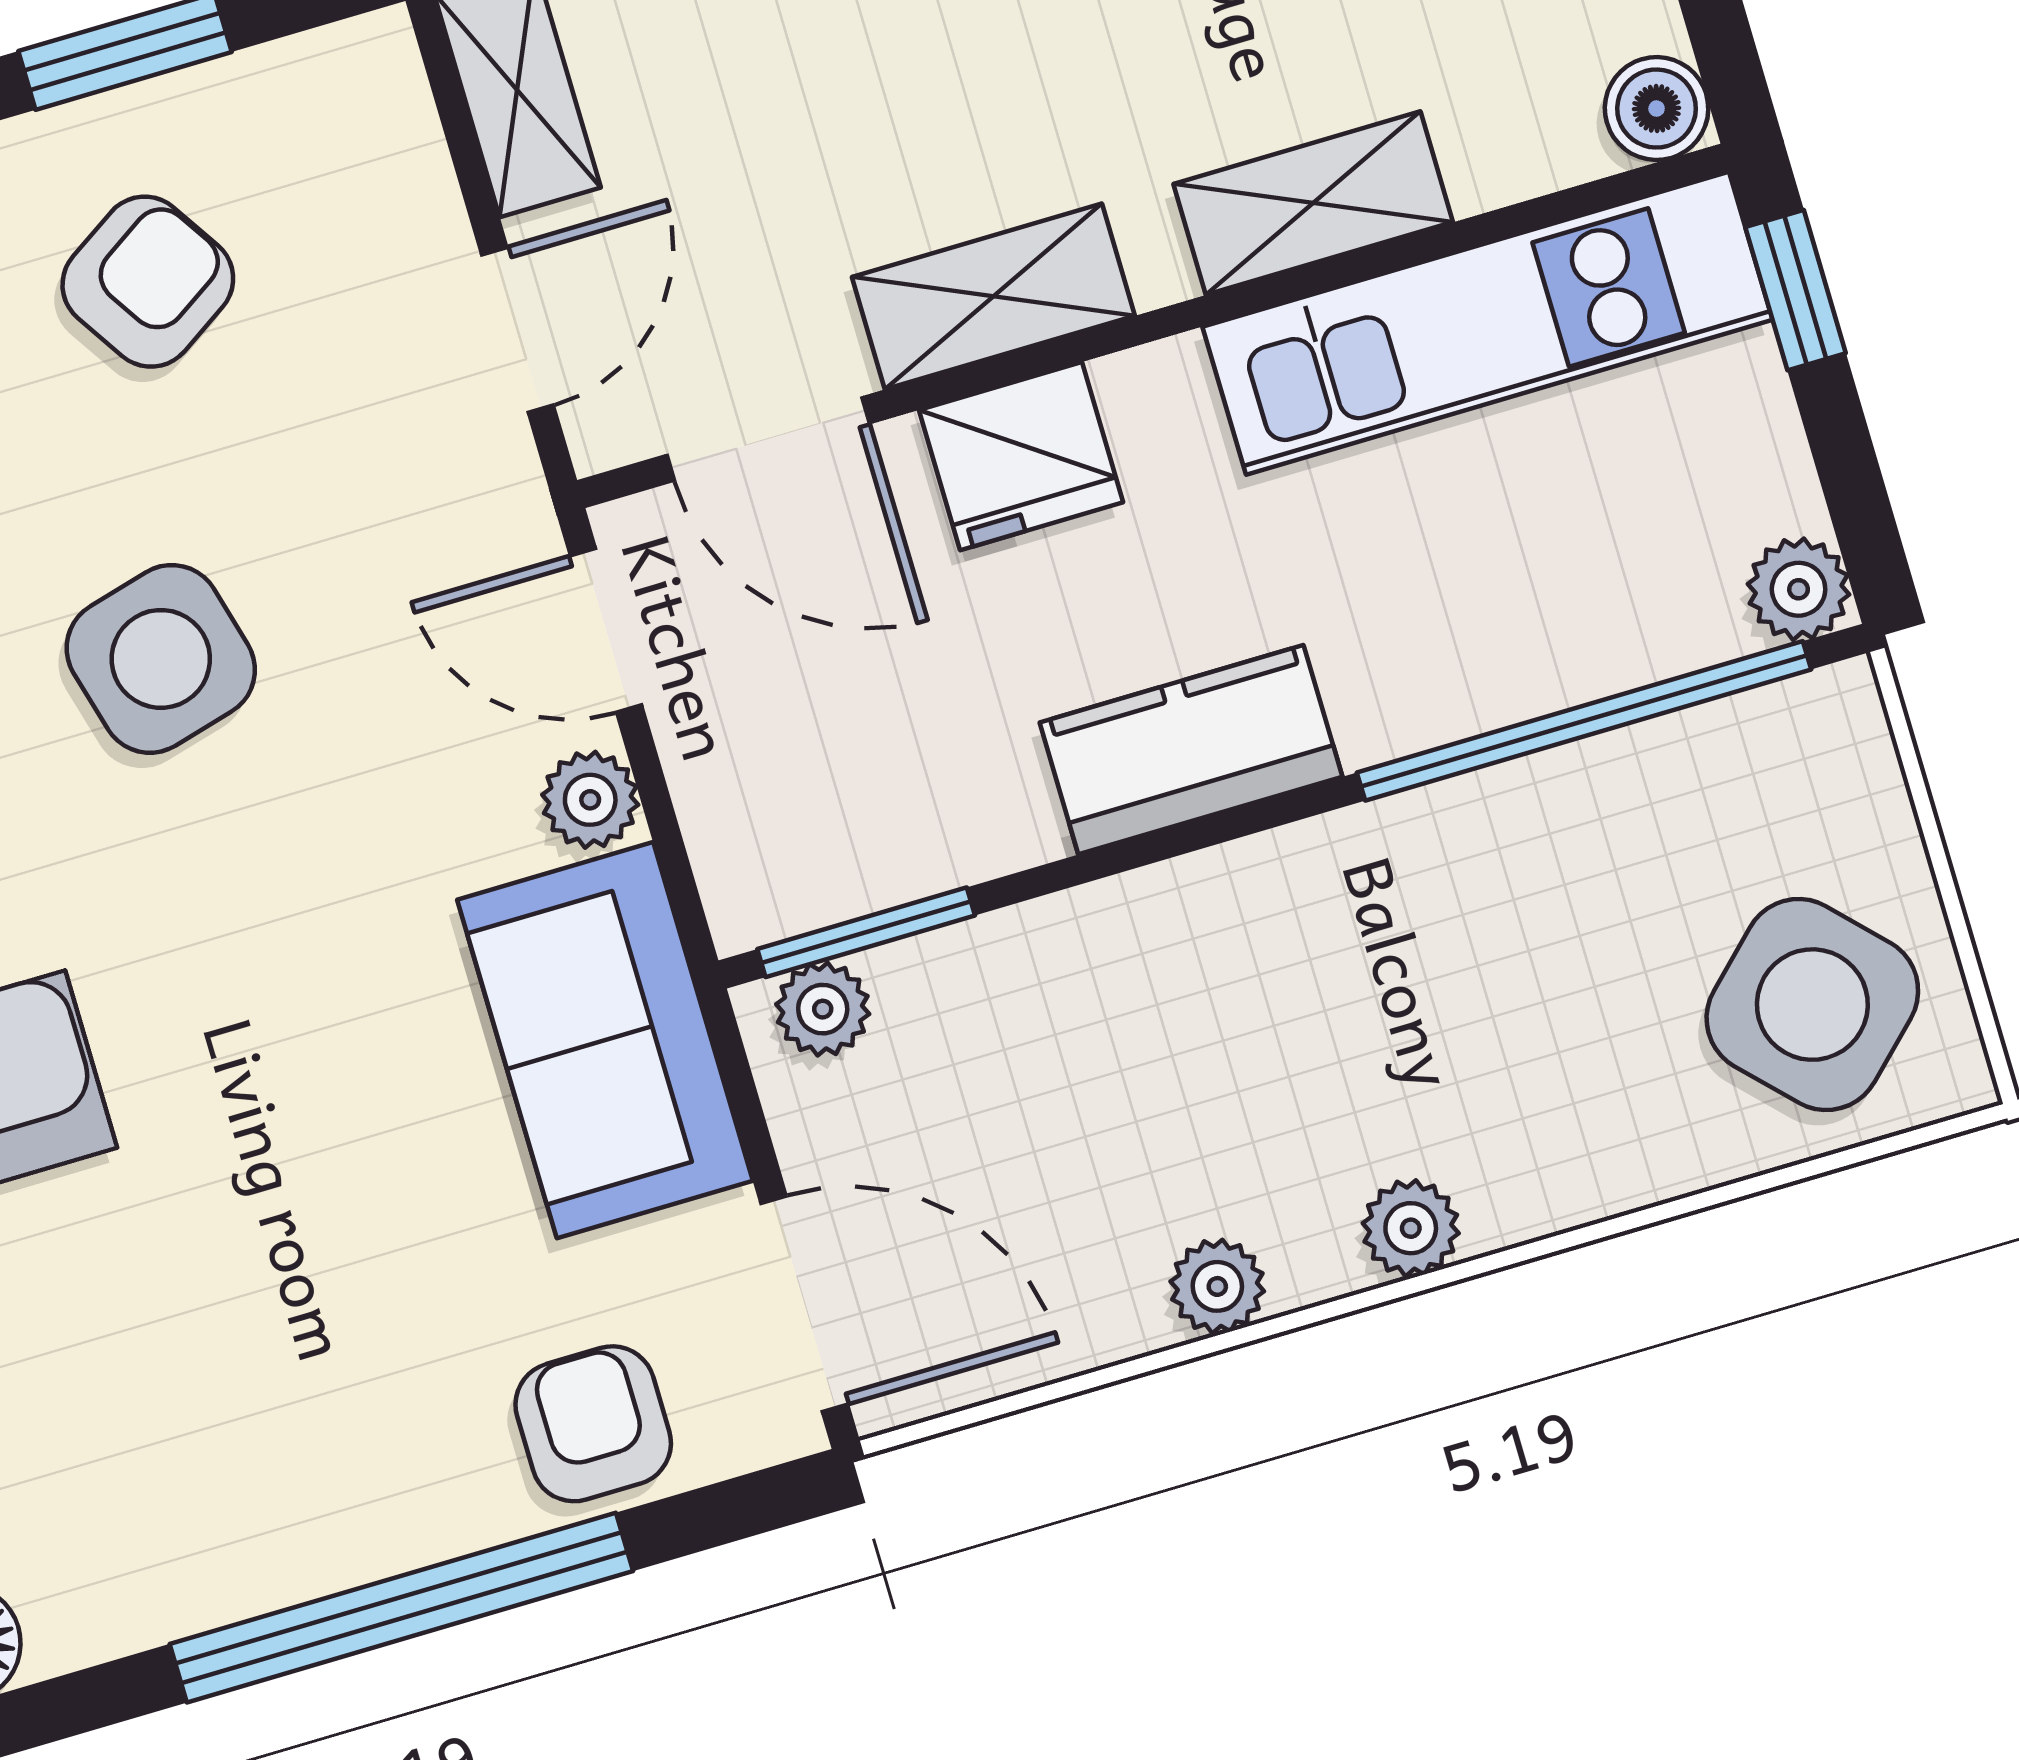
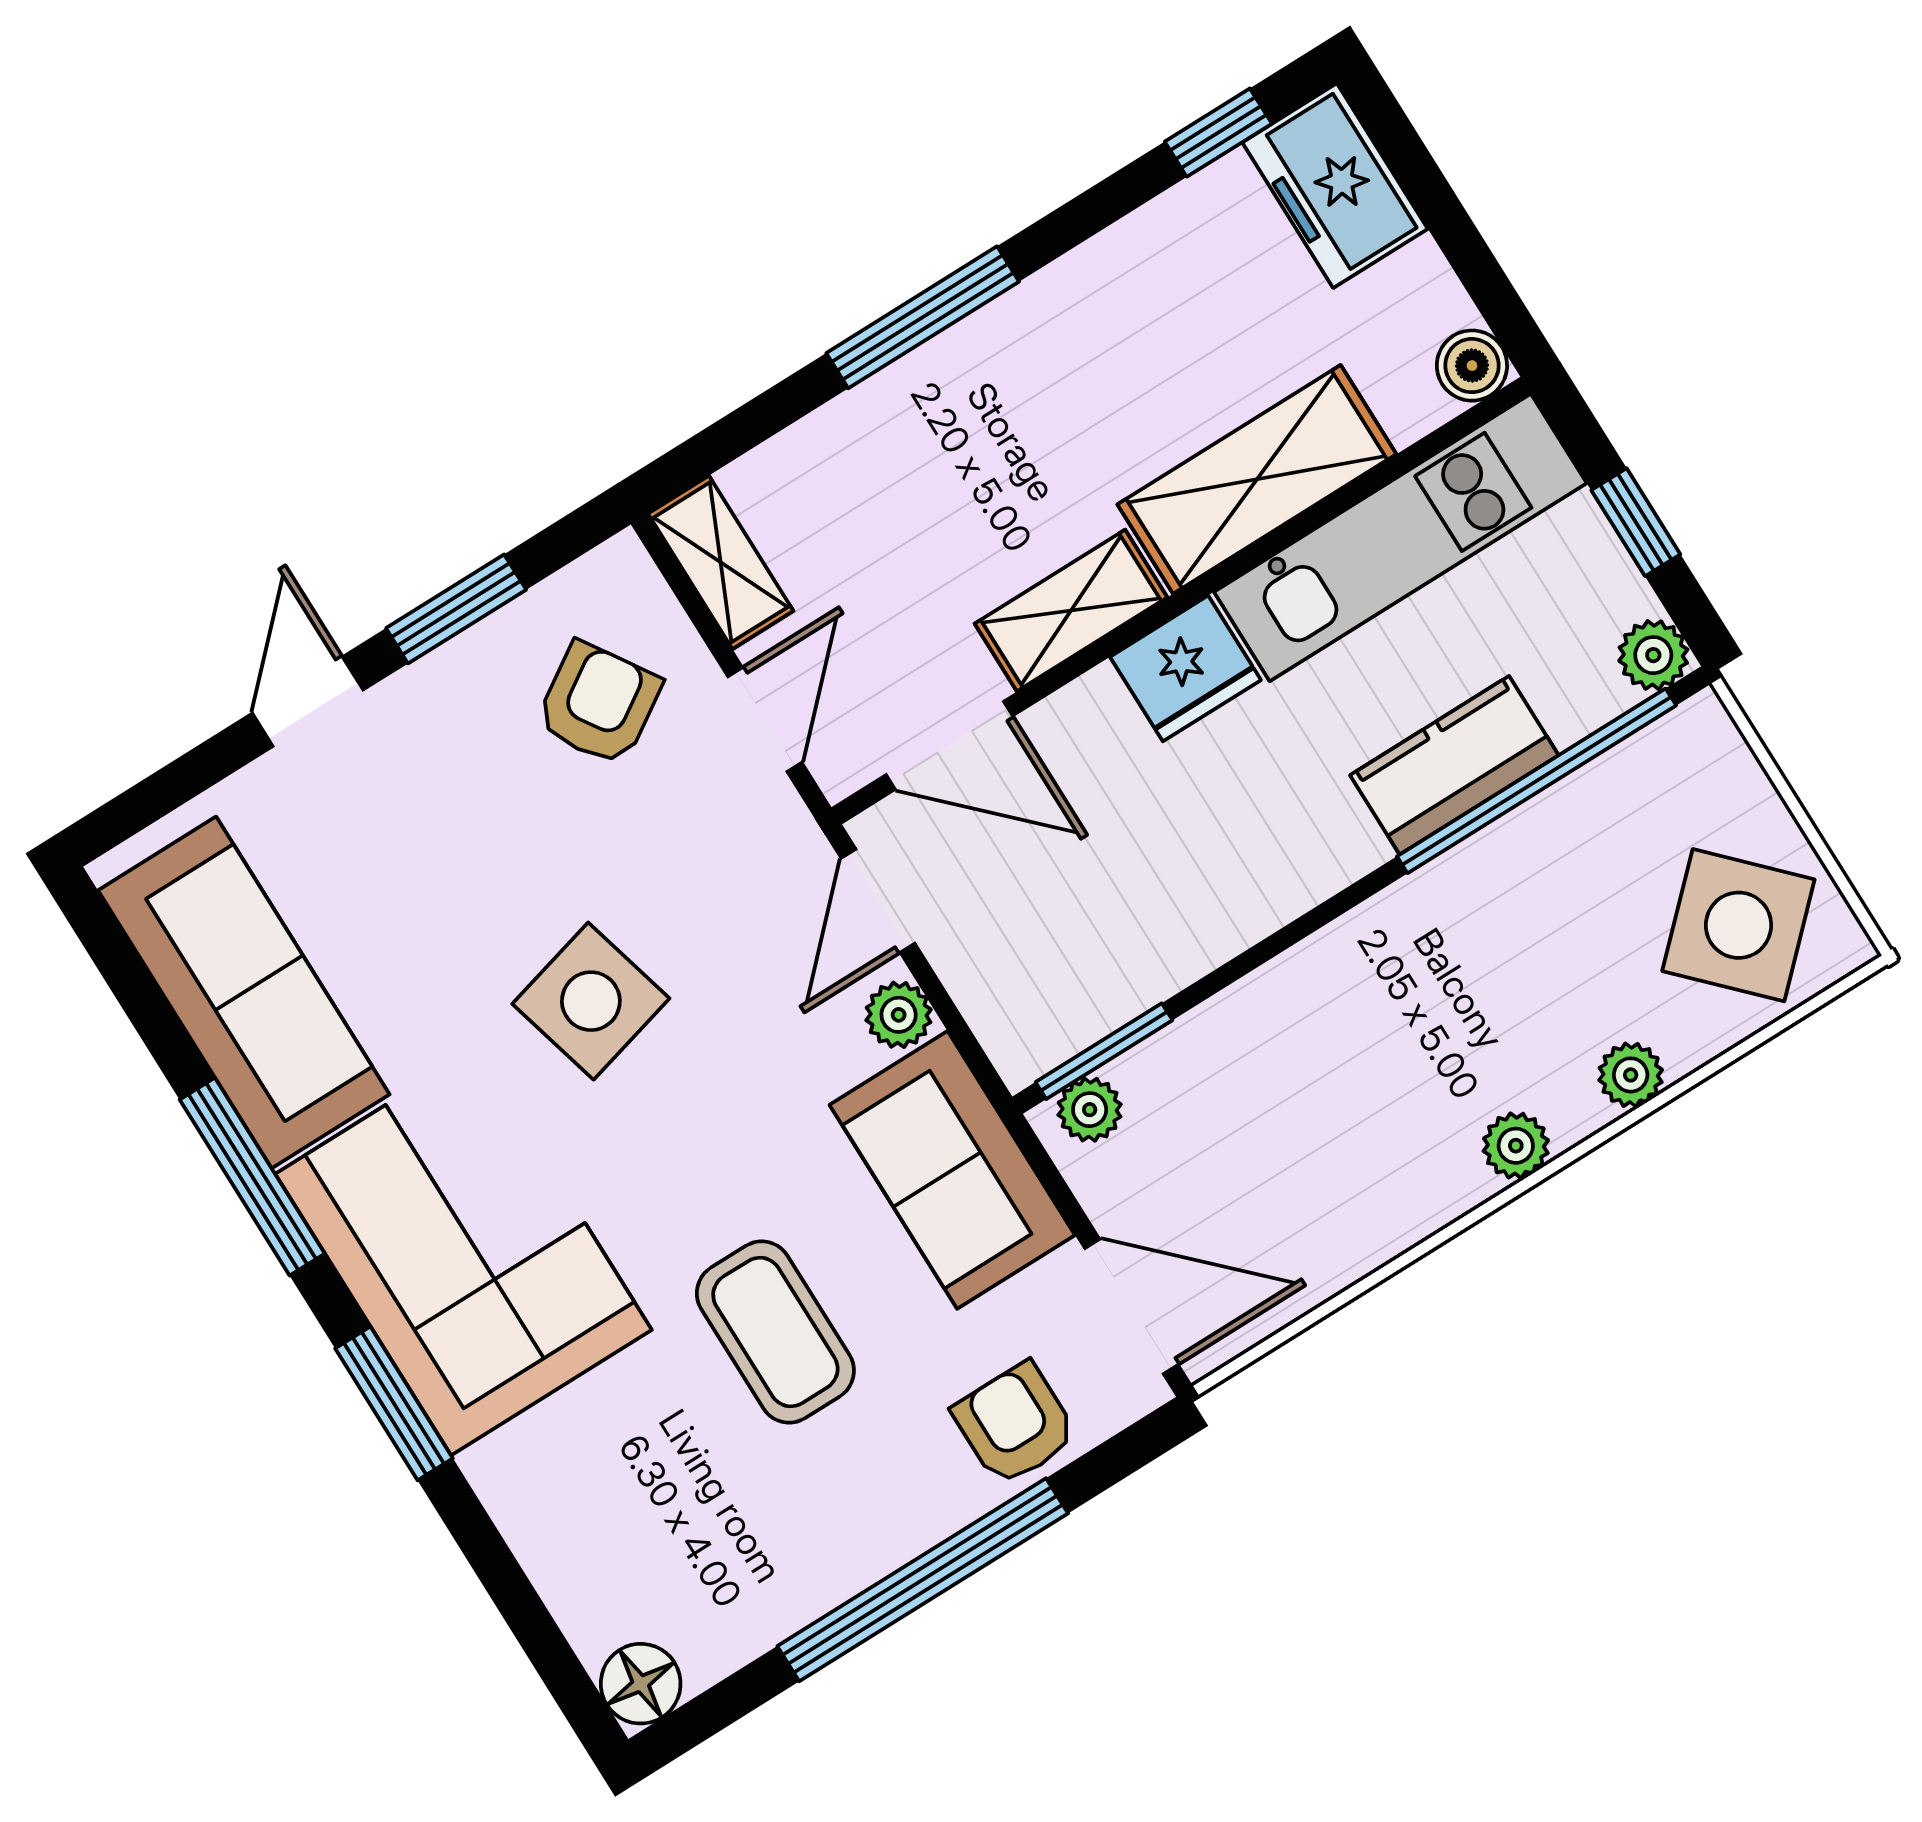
shelving: (1313, 203) -> (1257, 479), width x1.50, depth x1.33
armchair: (148, 282) -> (599, 704), moved
window: (1796, 290) -> (1636, 522), moved
fridge: (1021, 456) -> (1185, 668), moved
door: (606, 630) -> (878, 901), hinge flipped
kitchen counter: (1191, 750) -> (1454, 765), moved
coffee table: (291, 1199) -> (775, 1332), added
plant: (1217, 1286) -> (1631, 1075), moved

